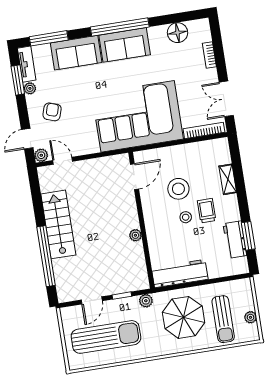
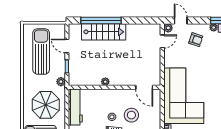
stairs: (58, 224) -> (104, 32), moved
sun lounger: (106, 337) -> (41, 51), turned 180

